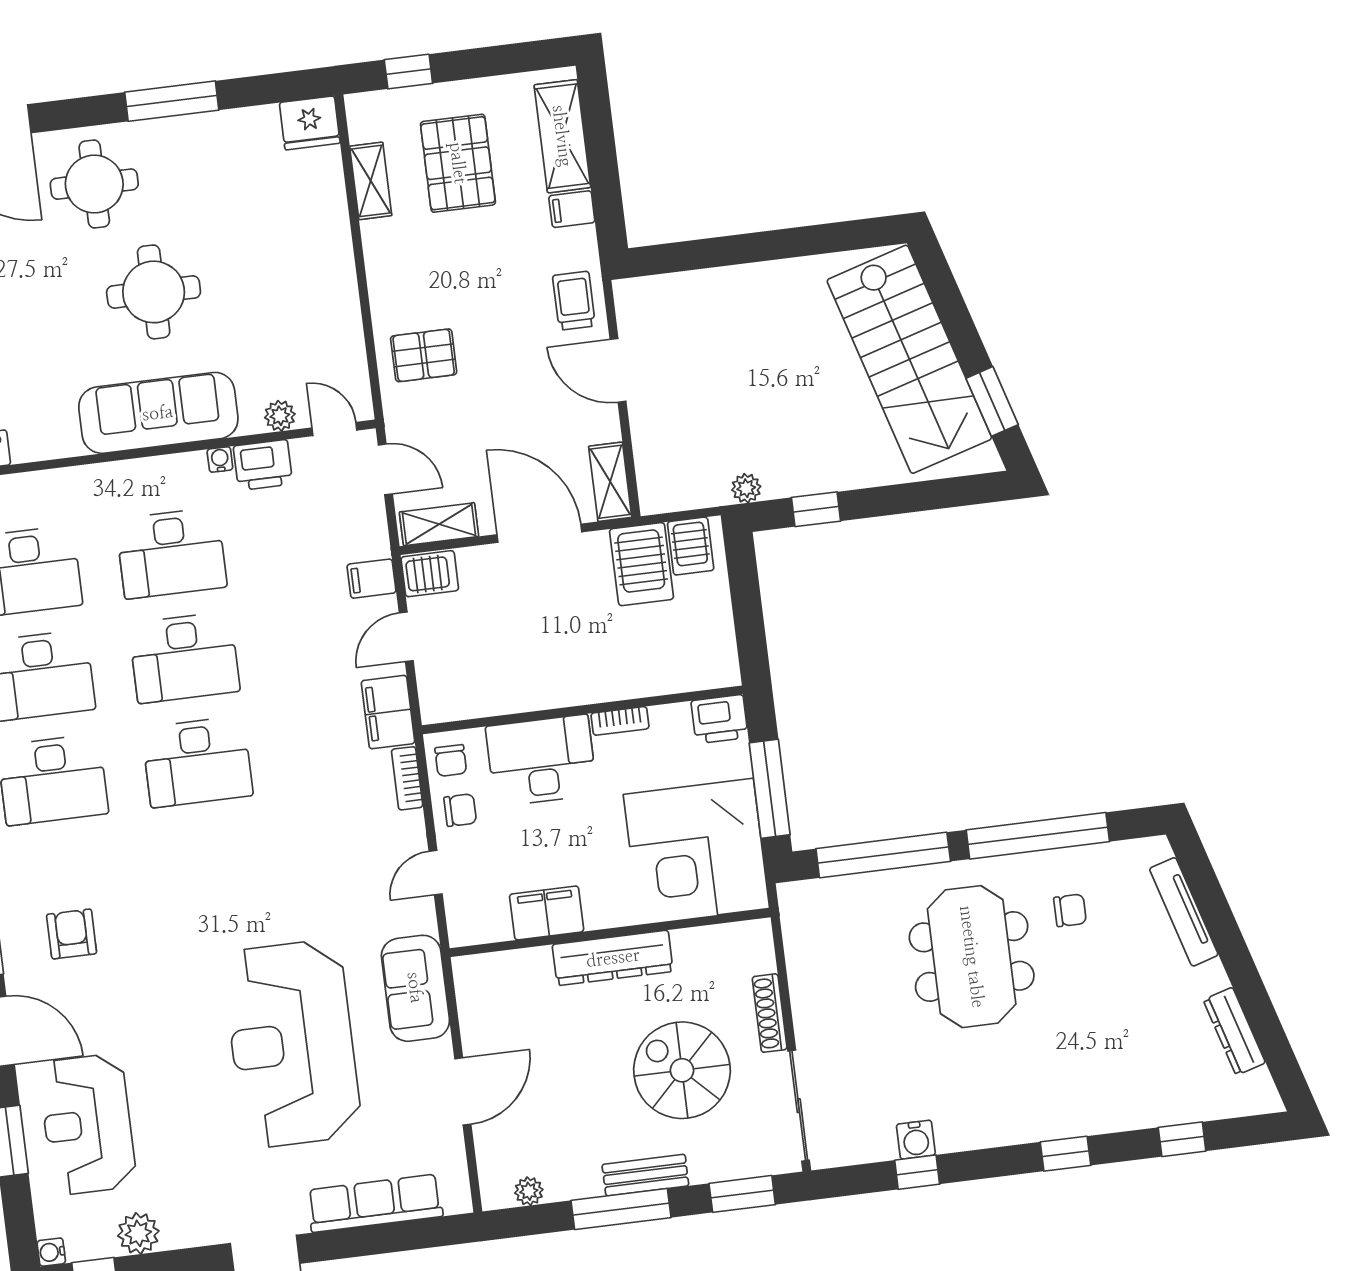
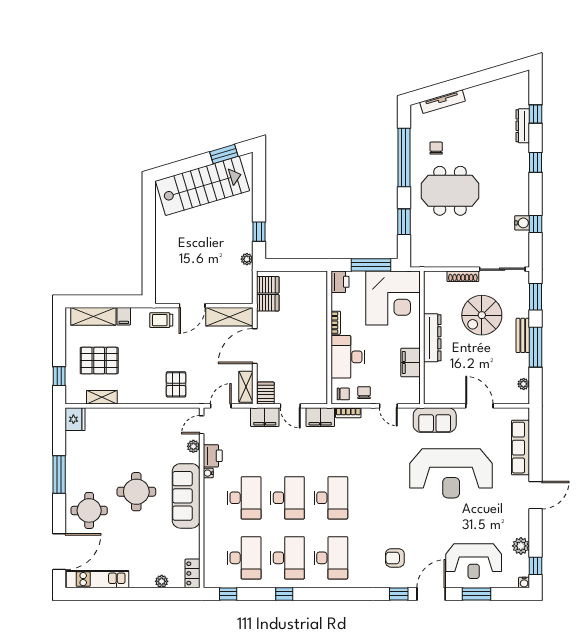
shelving: (610, 482) -> (229, 317), width x1.50, depth x1.33
server rack: (642, 564) -> (268, 303), width x0.73, depth x0.70
filing cabinet: (371, 579) -> (265, 417), width x2.00
window: (883, 855) -> (404, 222), width x0.47
dresser: (1234, 1031) -> (523, 126), moved, turned 107

